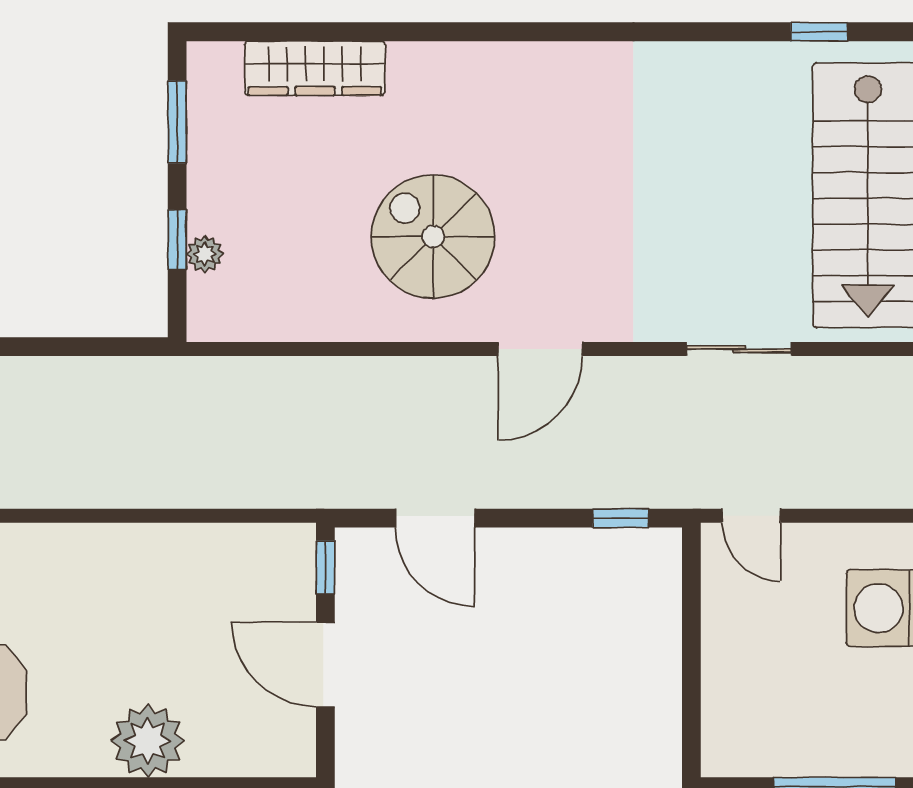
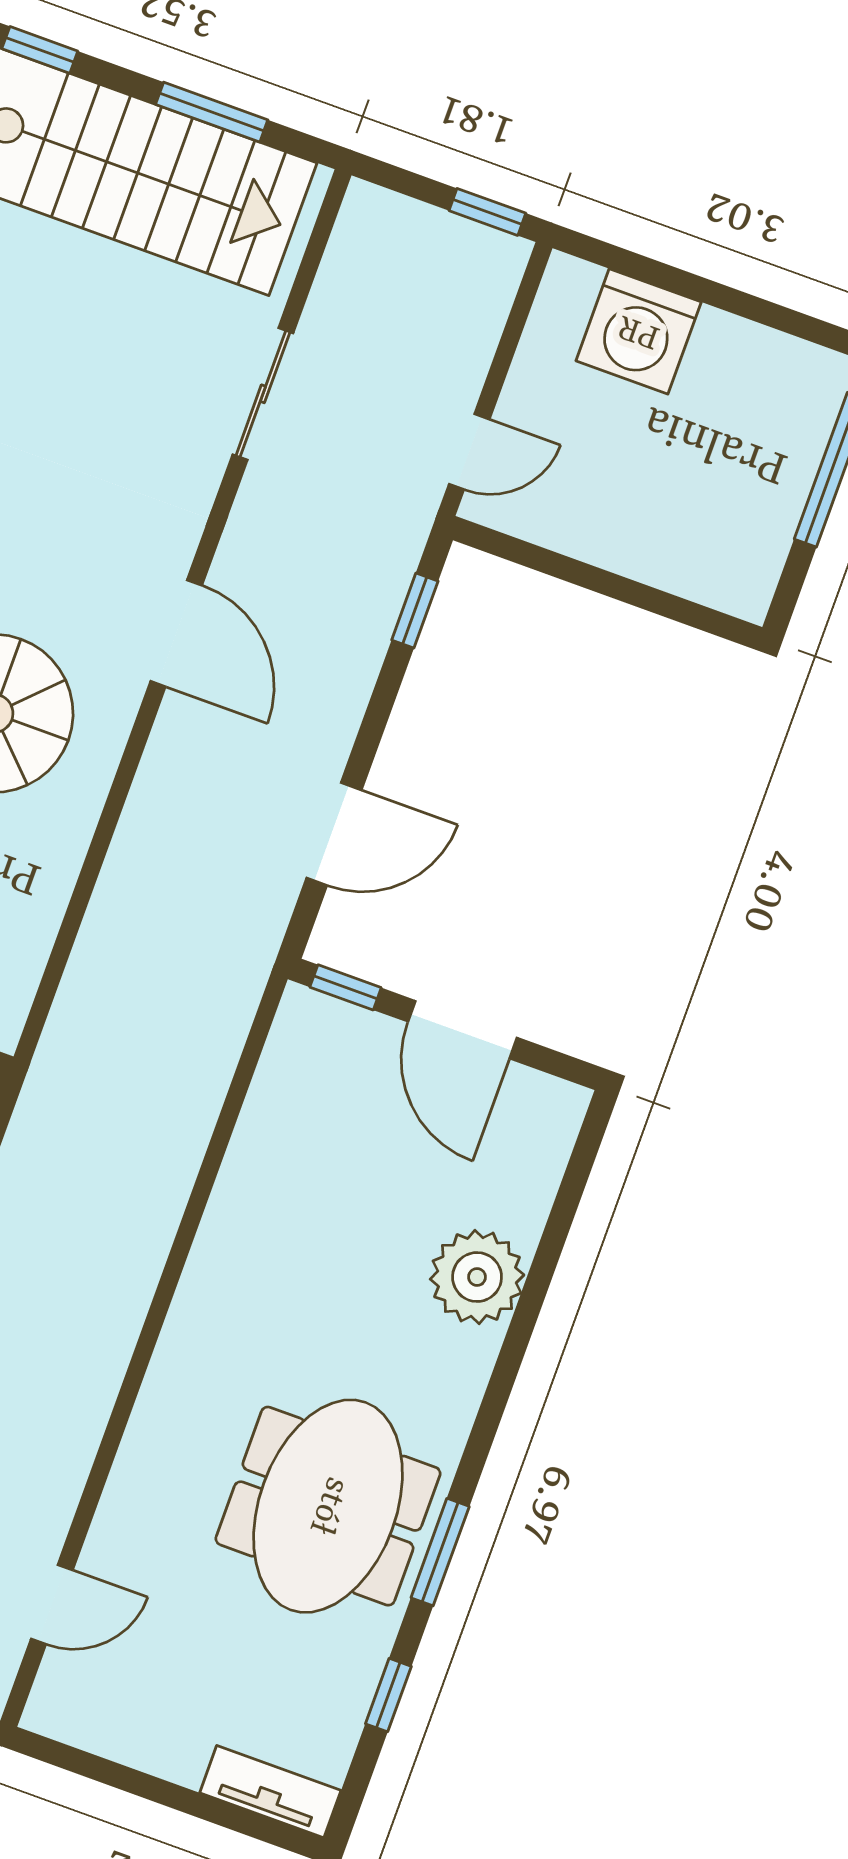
door: (325, 664) -> (462, 1030), hinge flipped

